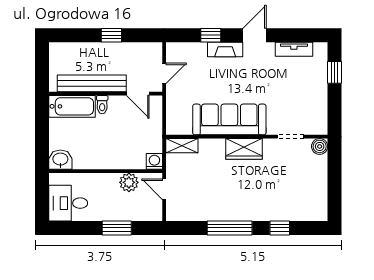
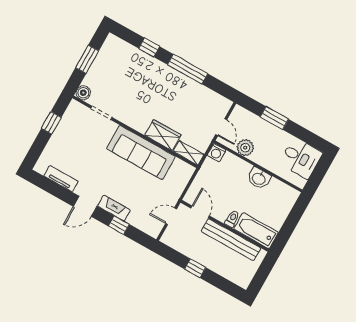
window: (334, 72) -> (51, 123), moved
wardrobe: (244, 149) -> (163, 135), moved
washbasin: (60, 160) -> (259, 178), moved
window: (334, 182) -> (87, 59), added

